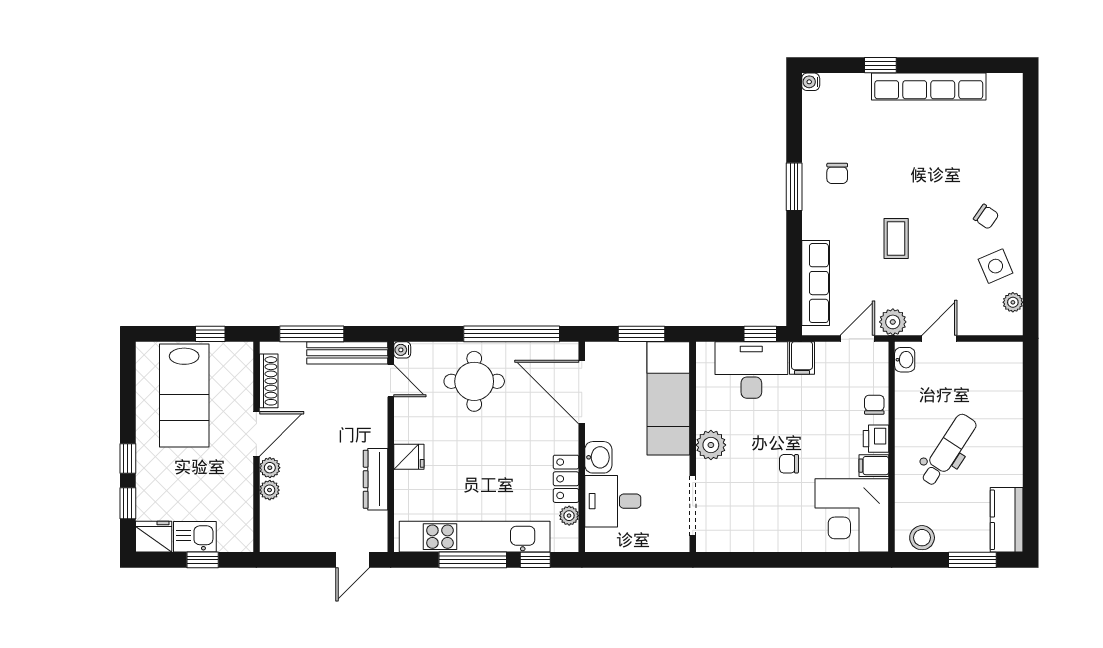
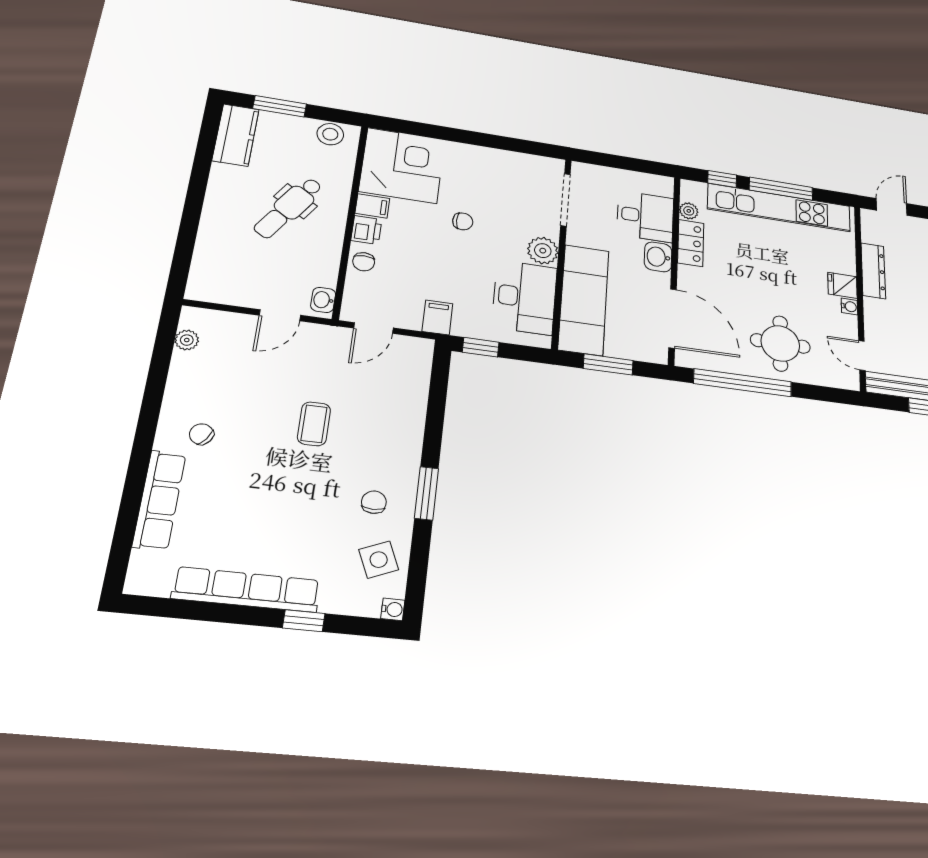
side table: (996, 266) -> (379, 560), moved
row of seats: (816, 283) -> (159, 500), moved, turned 180
plant: (893, 322) -> (331, 339), removed
water cooler: (402, 350) -> (849, 306), moved
desk: (751, 370) -> (524, 297), moved, turned -90

